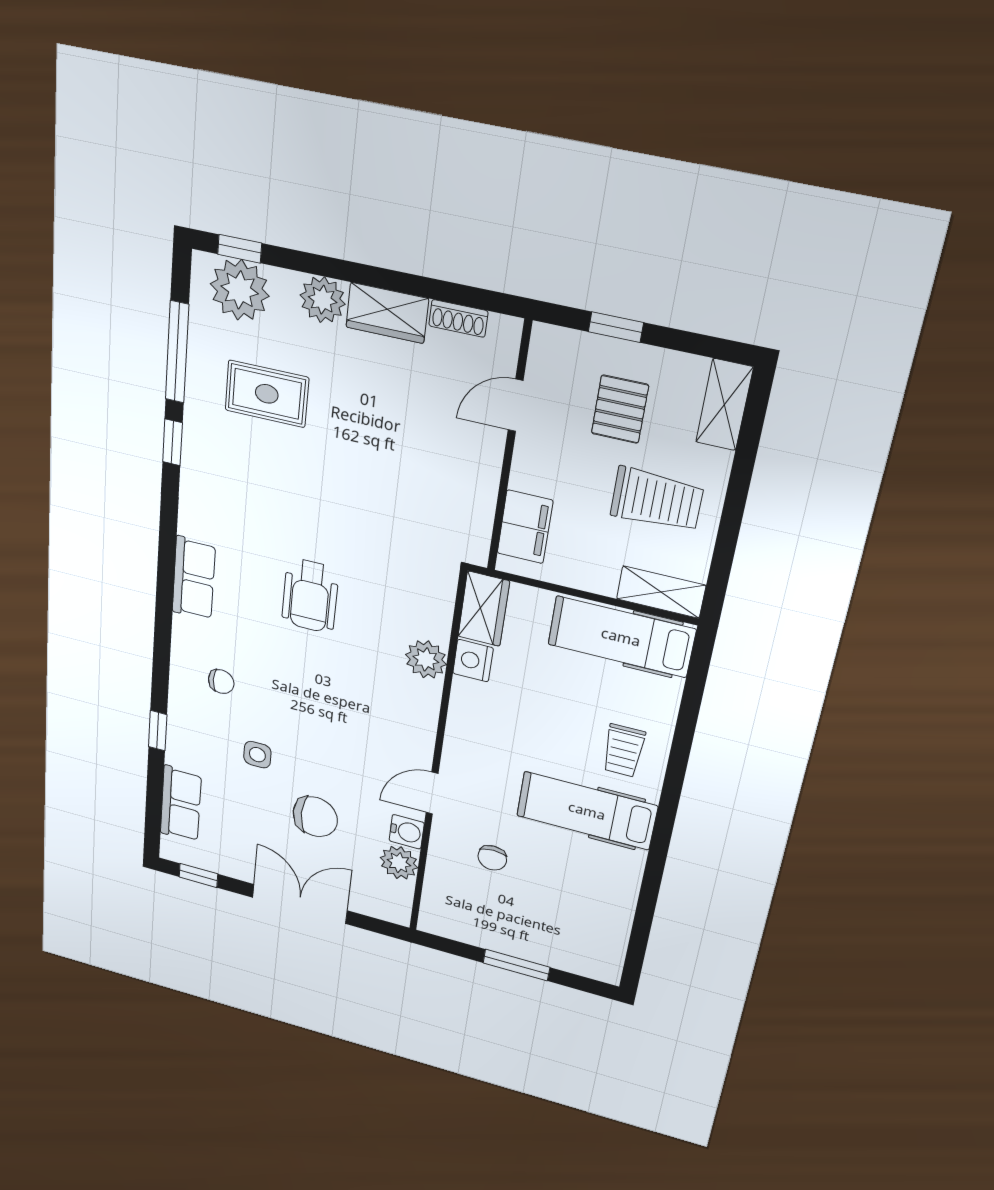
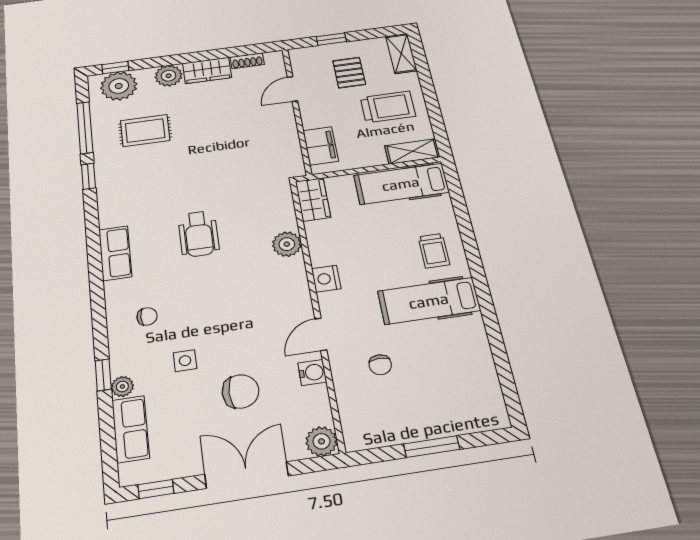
nightstand: (473, 661) -> (326, 279), moved
plant: (178, 753) -> (122, 387), added
plant: (399, 863) -> (321, 441), moved

